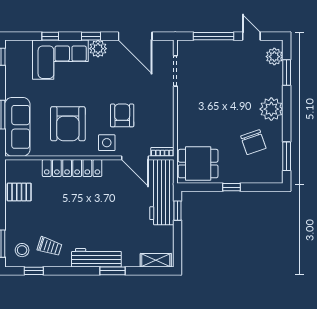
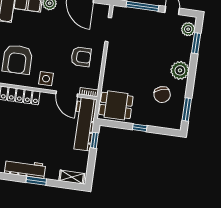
armchair: (122, 115) -> (81, 57), moved, turned 90

